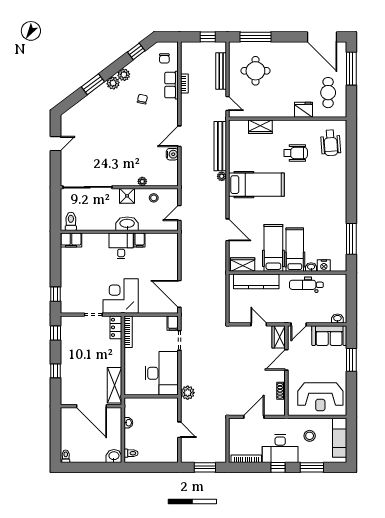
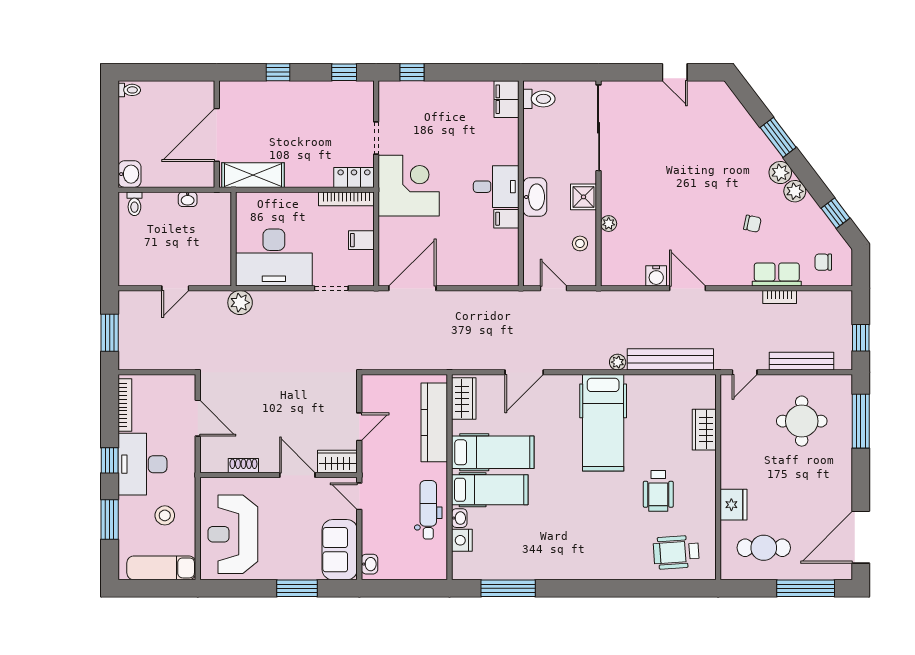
filing cabinet: (173, 323) -> (361, 240), moved

